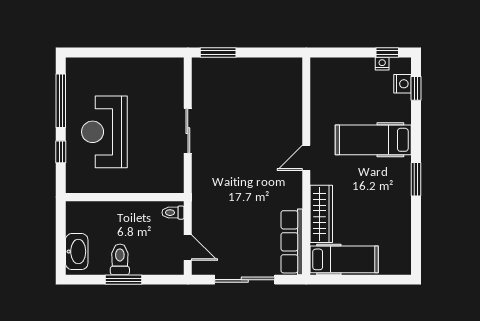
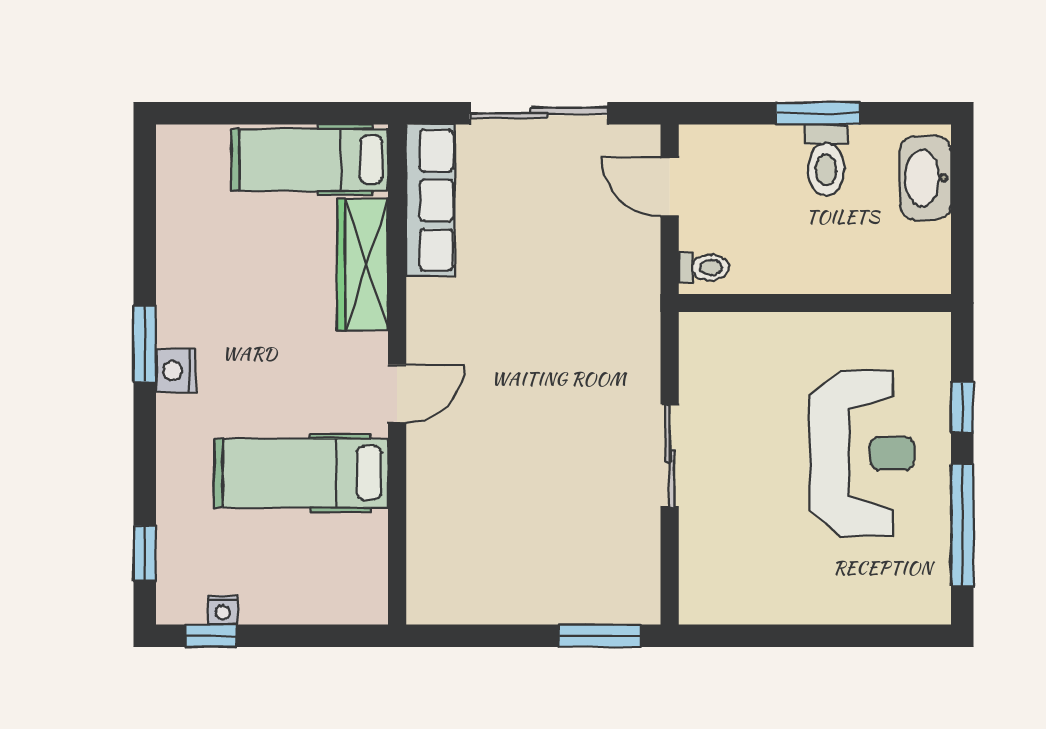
nightstand: (402, 84) -> (176, 370), moved
hospital bed: (373, 140) -> (301, 473), moved, turned 180

